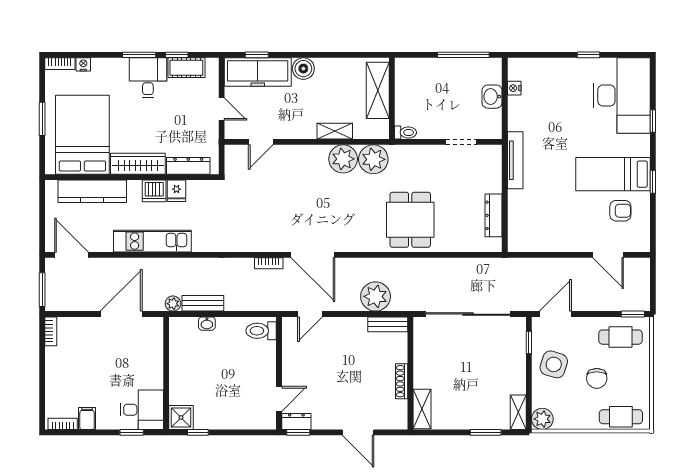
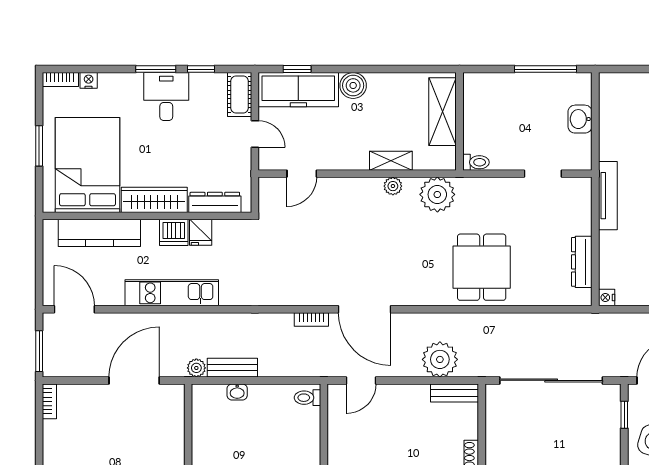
cot: (186, 68) -> (240, 95), moved, turned 90
nightstand: (514, 88) -> (607, 297), moved
plant: (343, 159) -> (393, 186), width x0.53, depth x0.53
toilet: (261, 331) -> (307, 398), width x0.73, depth x0.72

